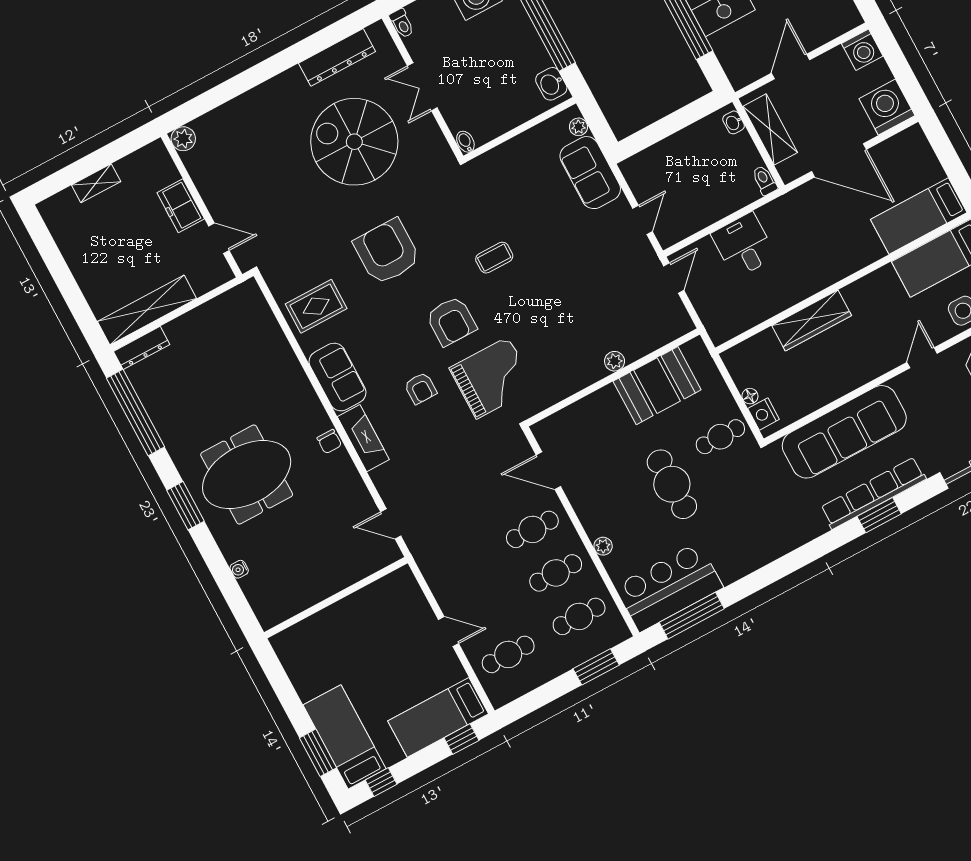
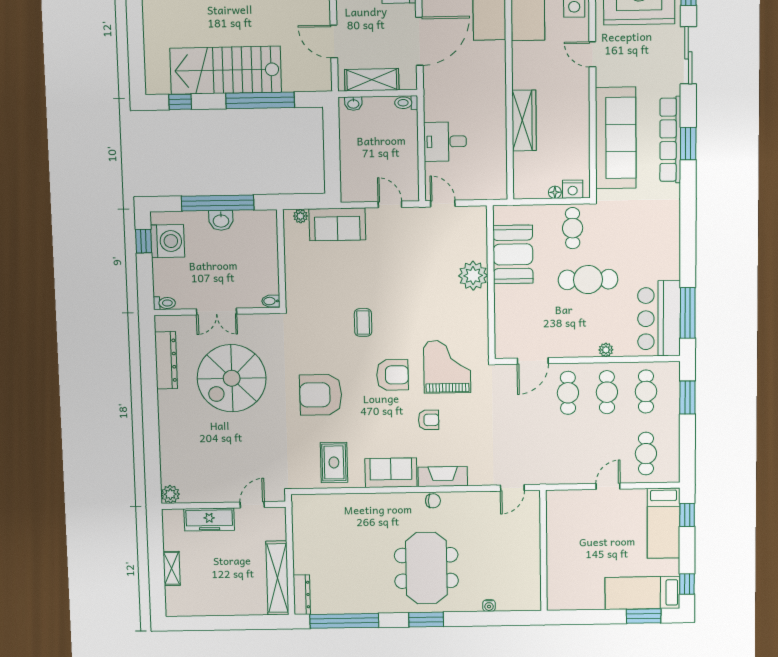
washbasin: (551, 84) -> (221, 220), moved
freezer: (181, 206) -> (209, 519), width x1.40
plant: (615, 361) -> (473, 276), width x1.87, depth x1.87

